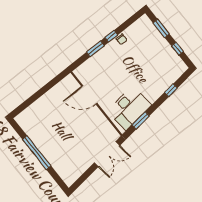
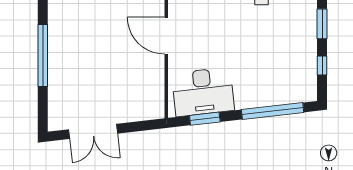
window: (171, 90) -> (273, 111), width x3.17
double door: (107, 154) -> (93, 131), moved

